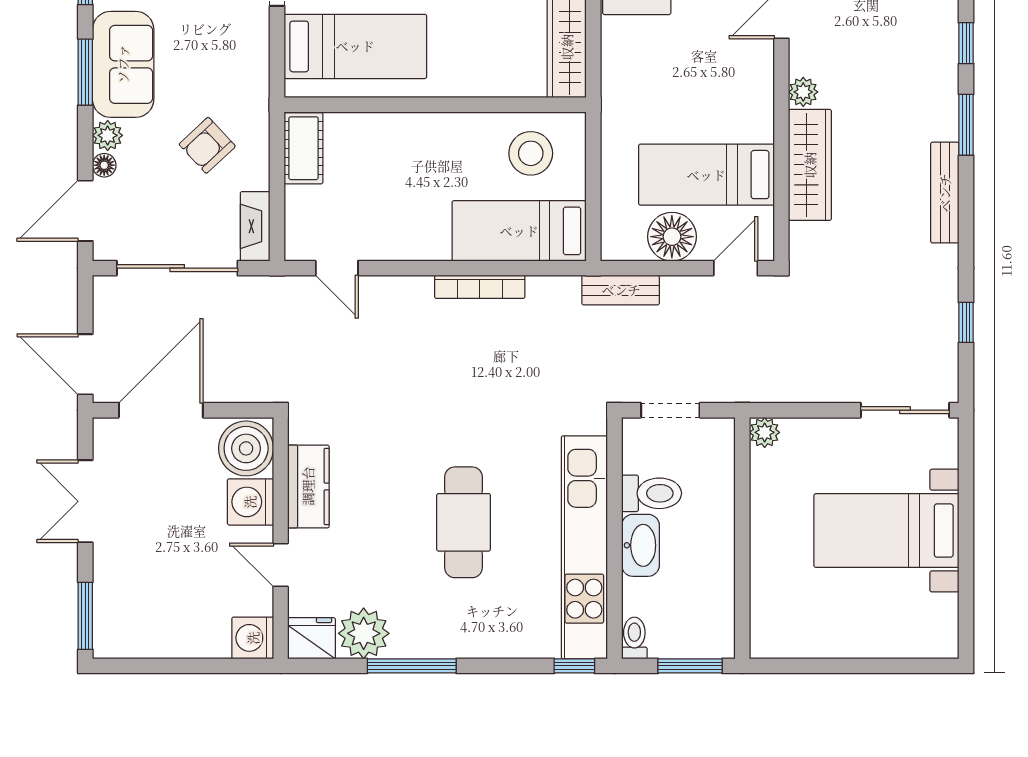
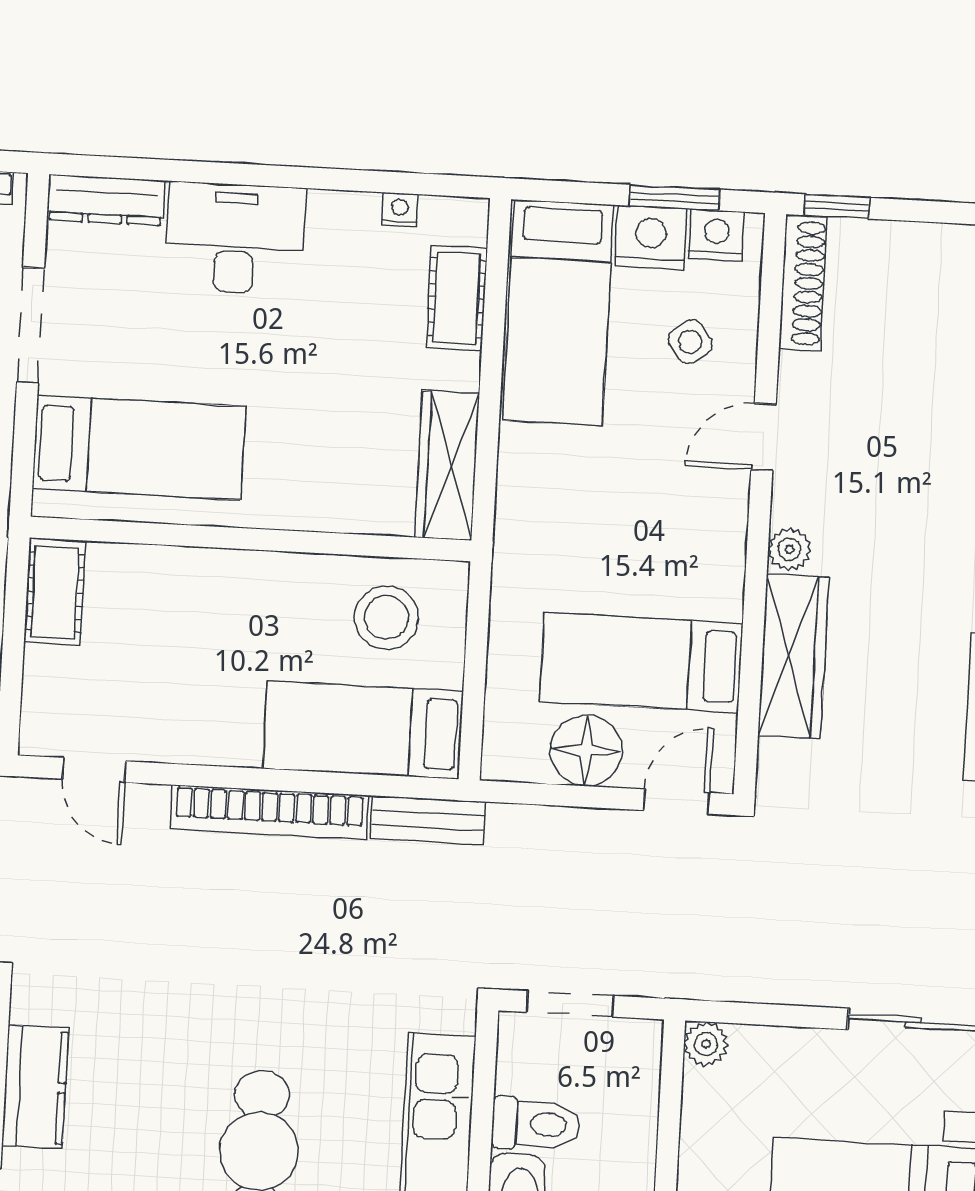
bookcase: (480, 287) -> (269, 812), width x1.48, depth x1.31
bench: (621, 290) -> (428, 820), moved

